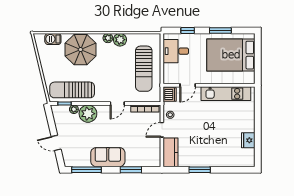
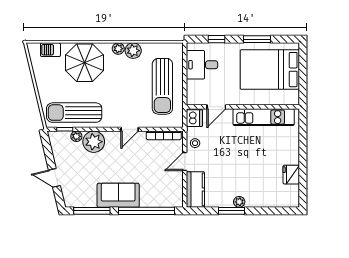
plant: (206, 162) -> (239, 202), added
window: (131, 170) -> (147, 211), width x2.11

